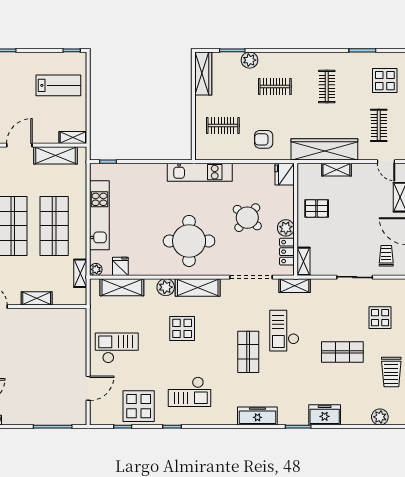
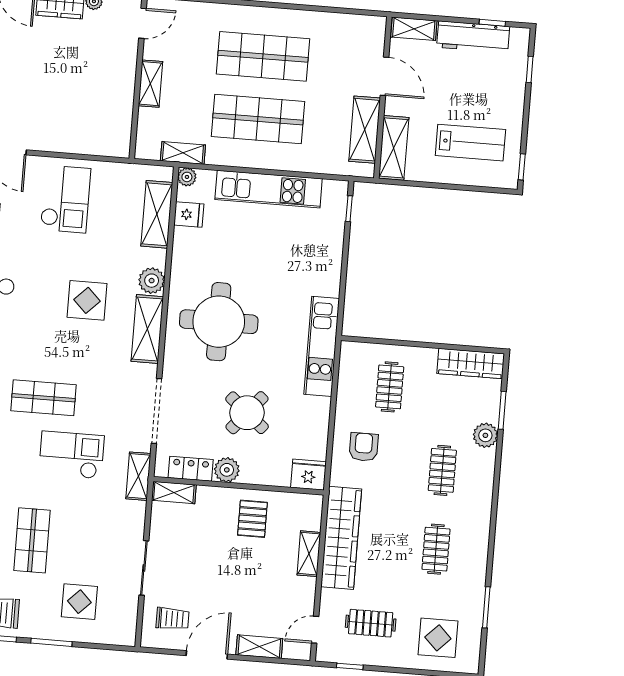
lab bench: (58, 85) -> (470, 143), turned -90
clothes rail: (327, 86) -> (436, 549), turned 90
shelving: (73, 138) -> (394, 148), width x1.50, depth x1.33

